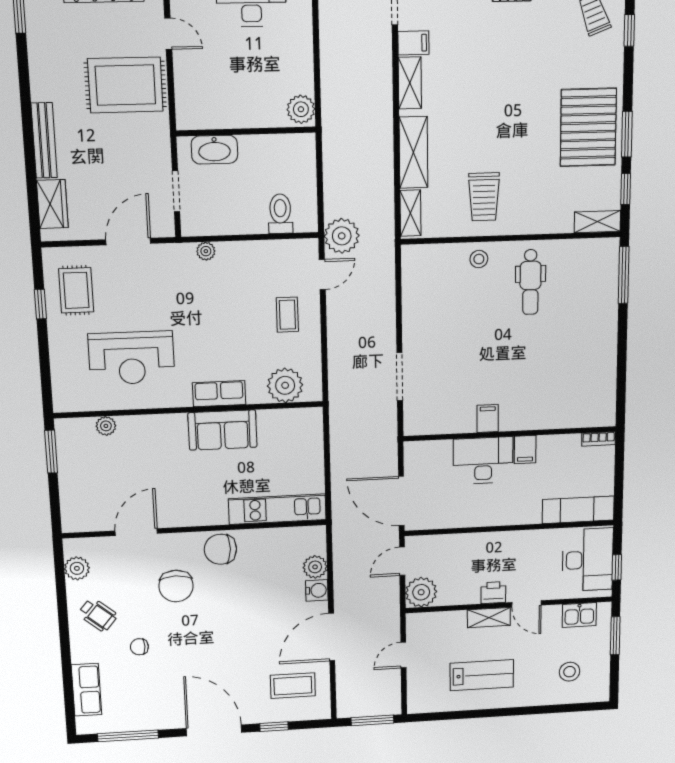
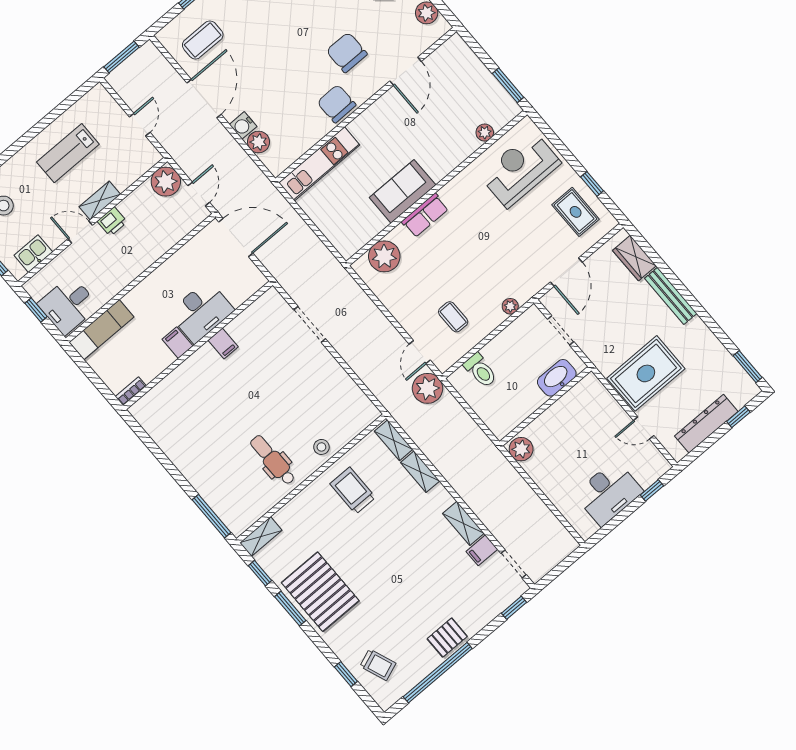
shelving: (413, 152) -> (420, 472), width x0.67, depth x0.75
coffee table: (287, 315) -> (453, 317), moved
reception desk: (132, 358) -> (520, 169), moved
chair: (220, 549) -> (337, 104), turned -93
desk: (588, 560) -> (68, 305), width x0.73

